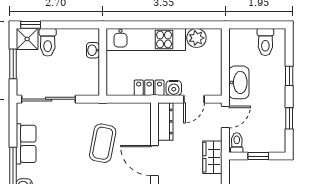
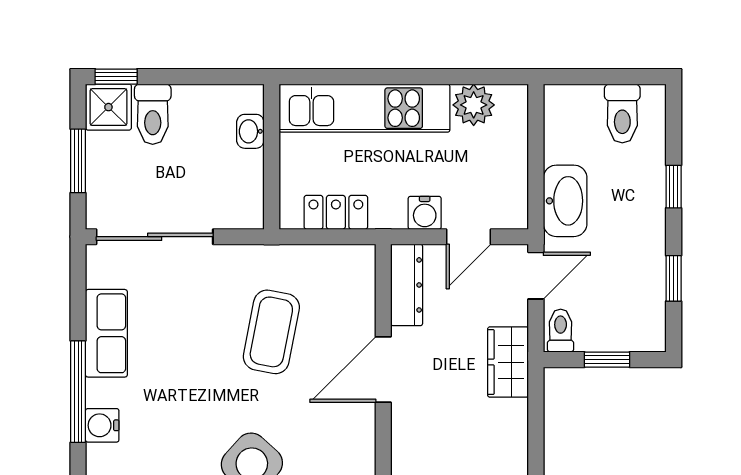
locker: (149, 88) -> (336, 212), moved
door: (155, 161) -> (383, 370), hinge flipped

